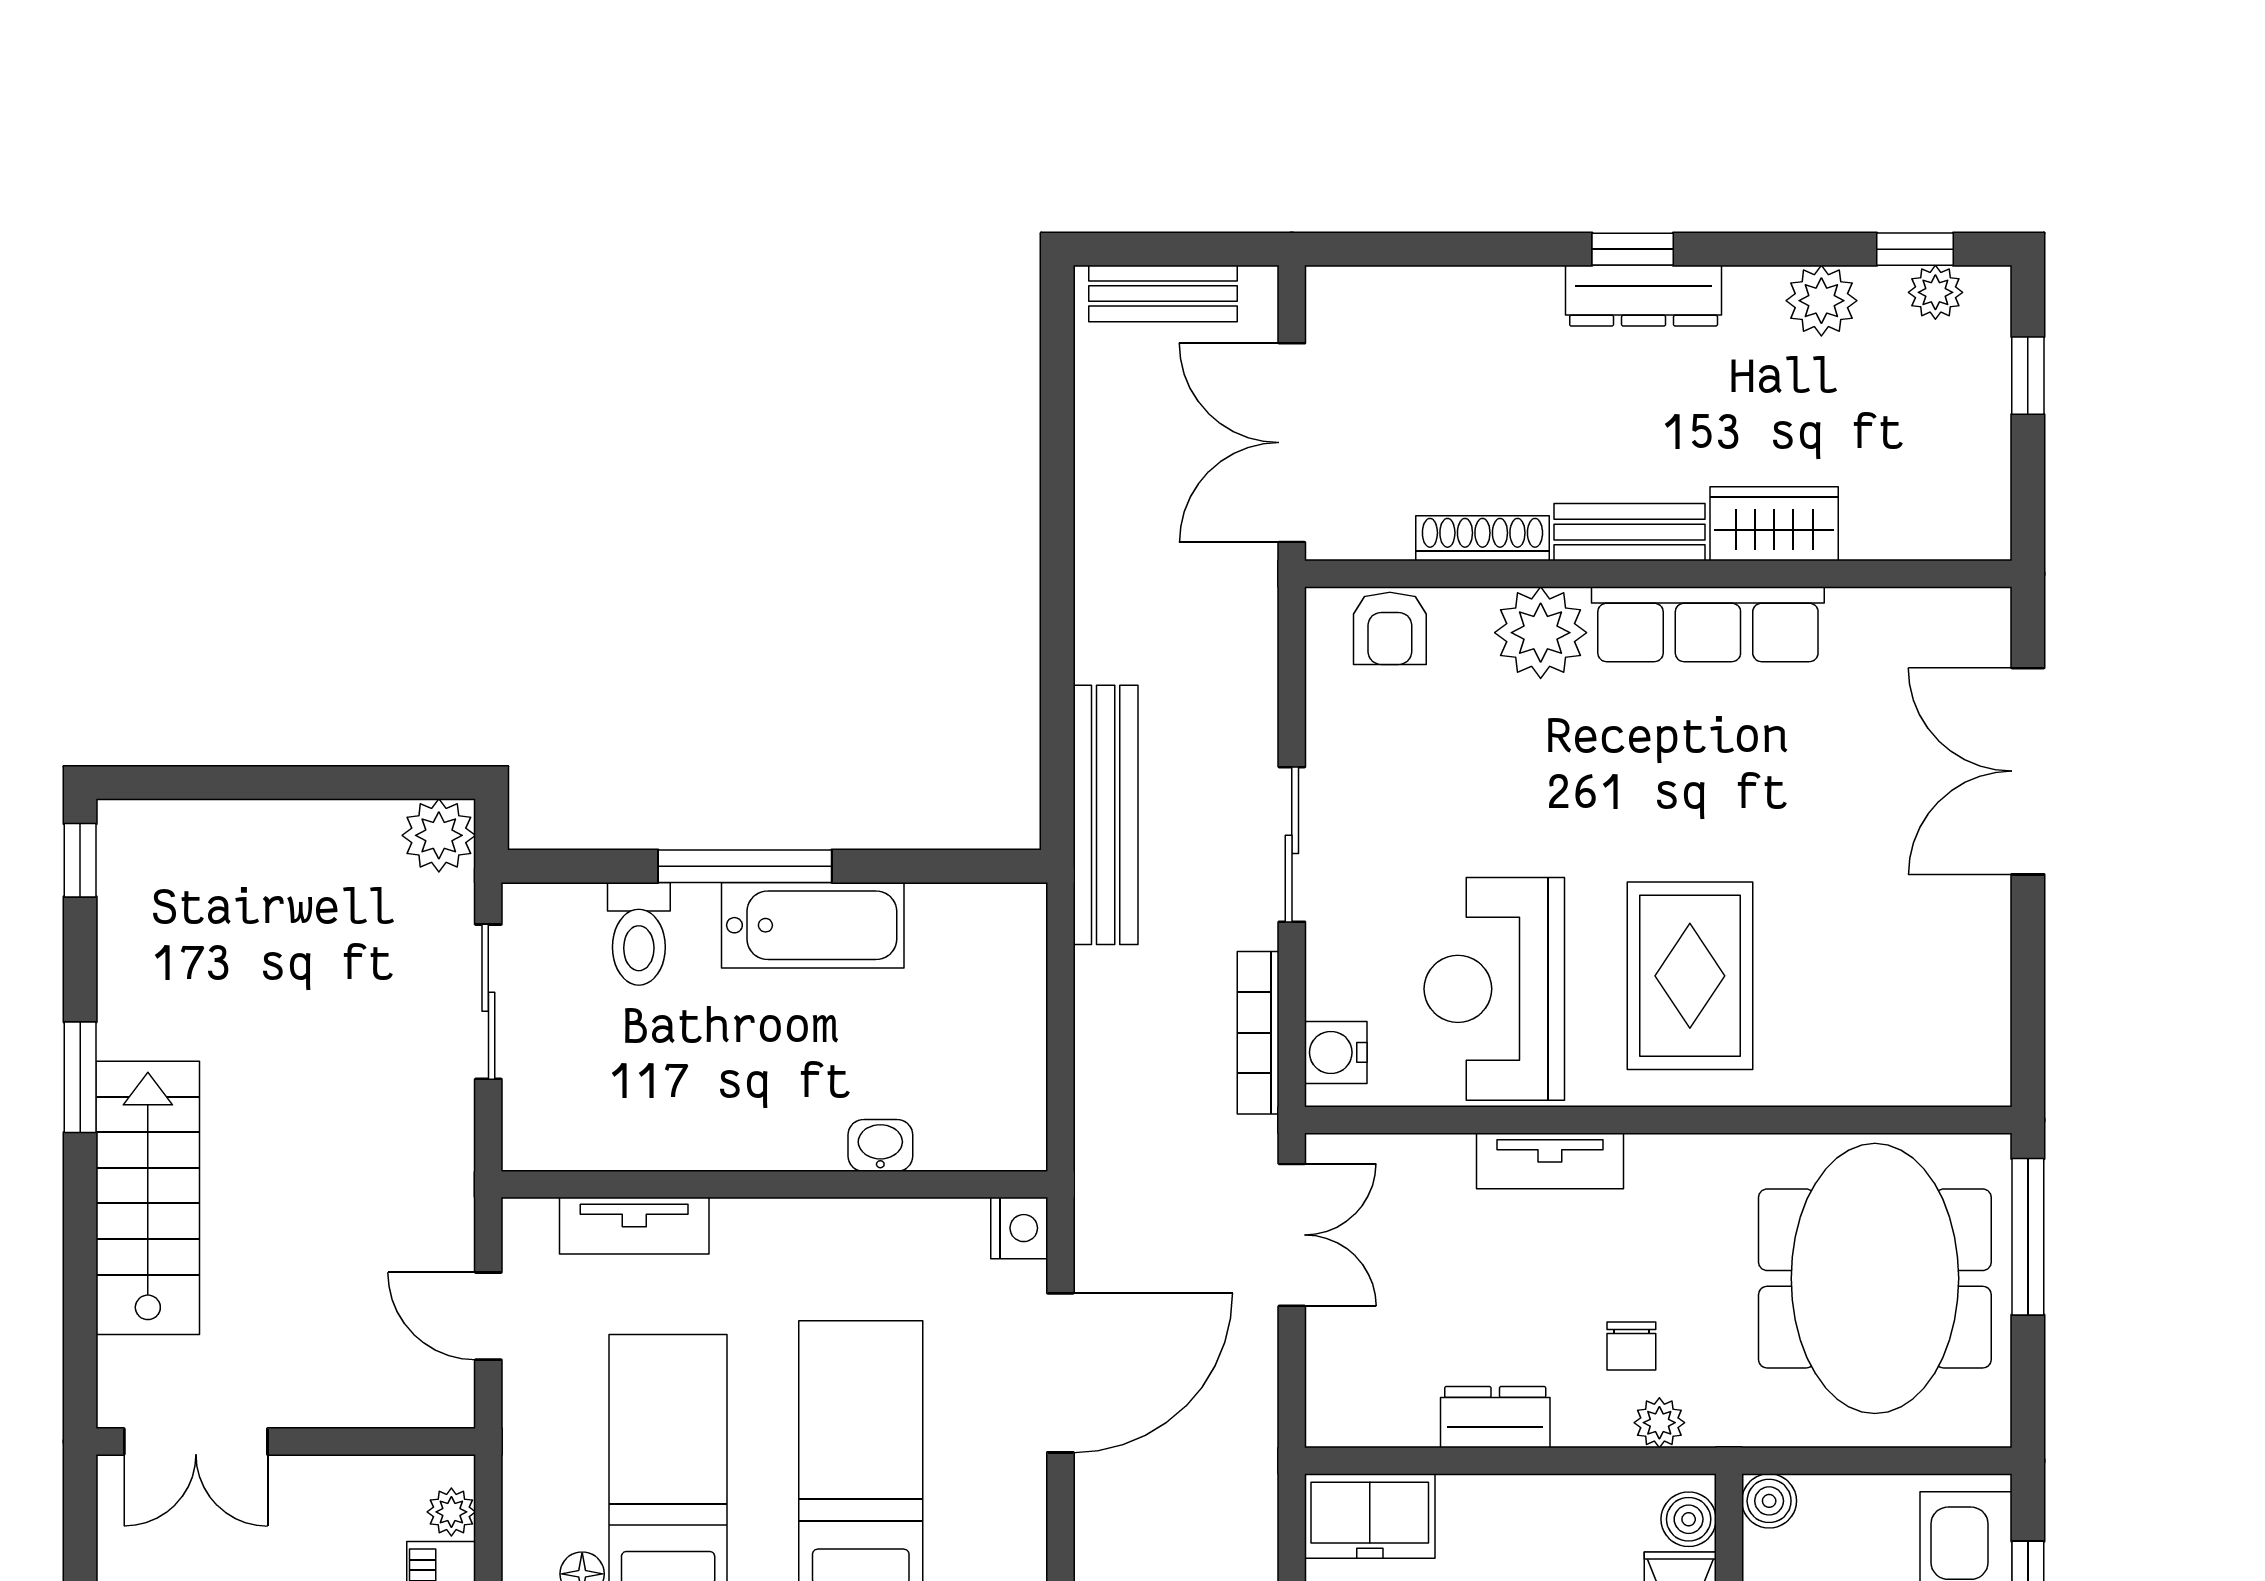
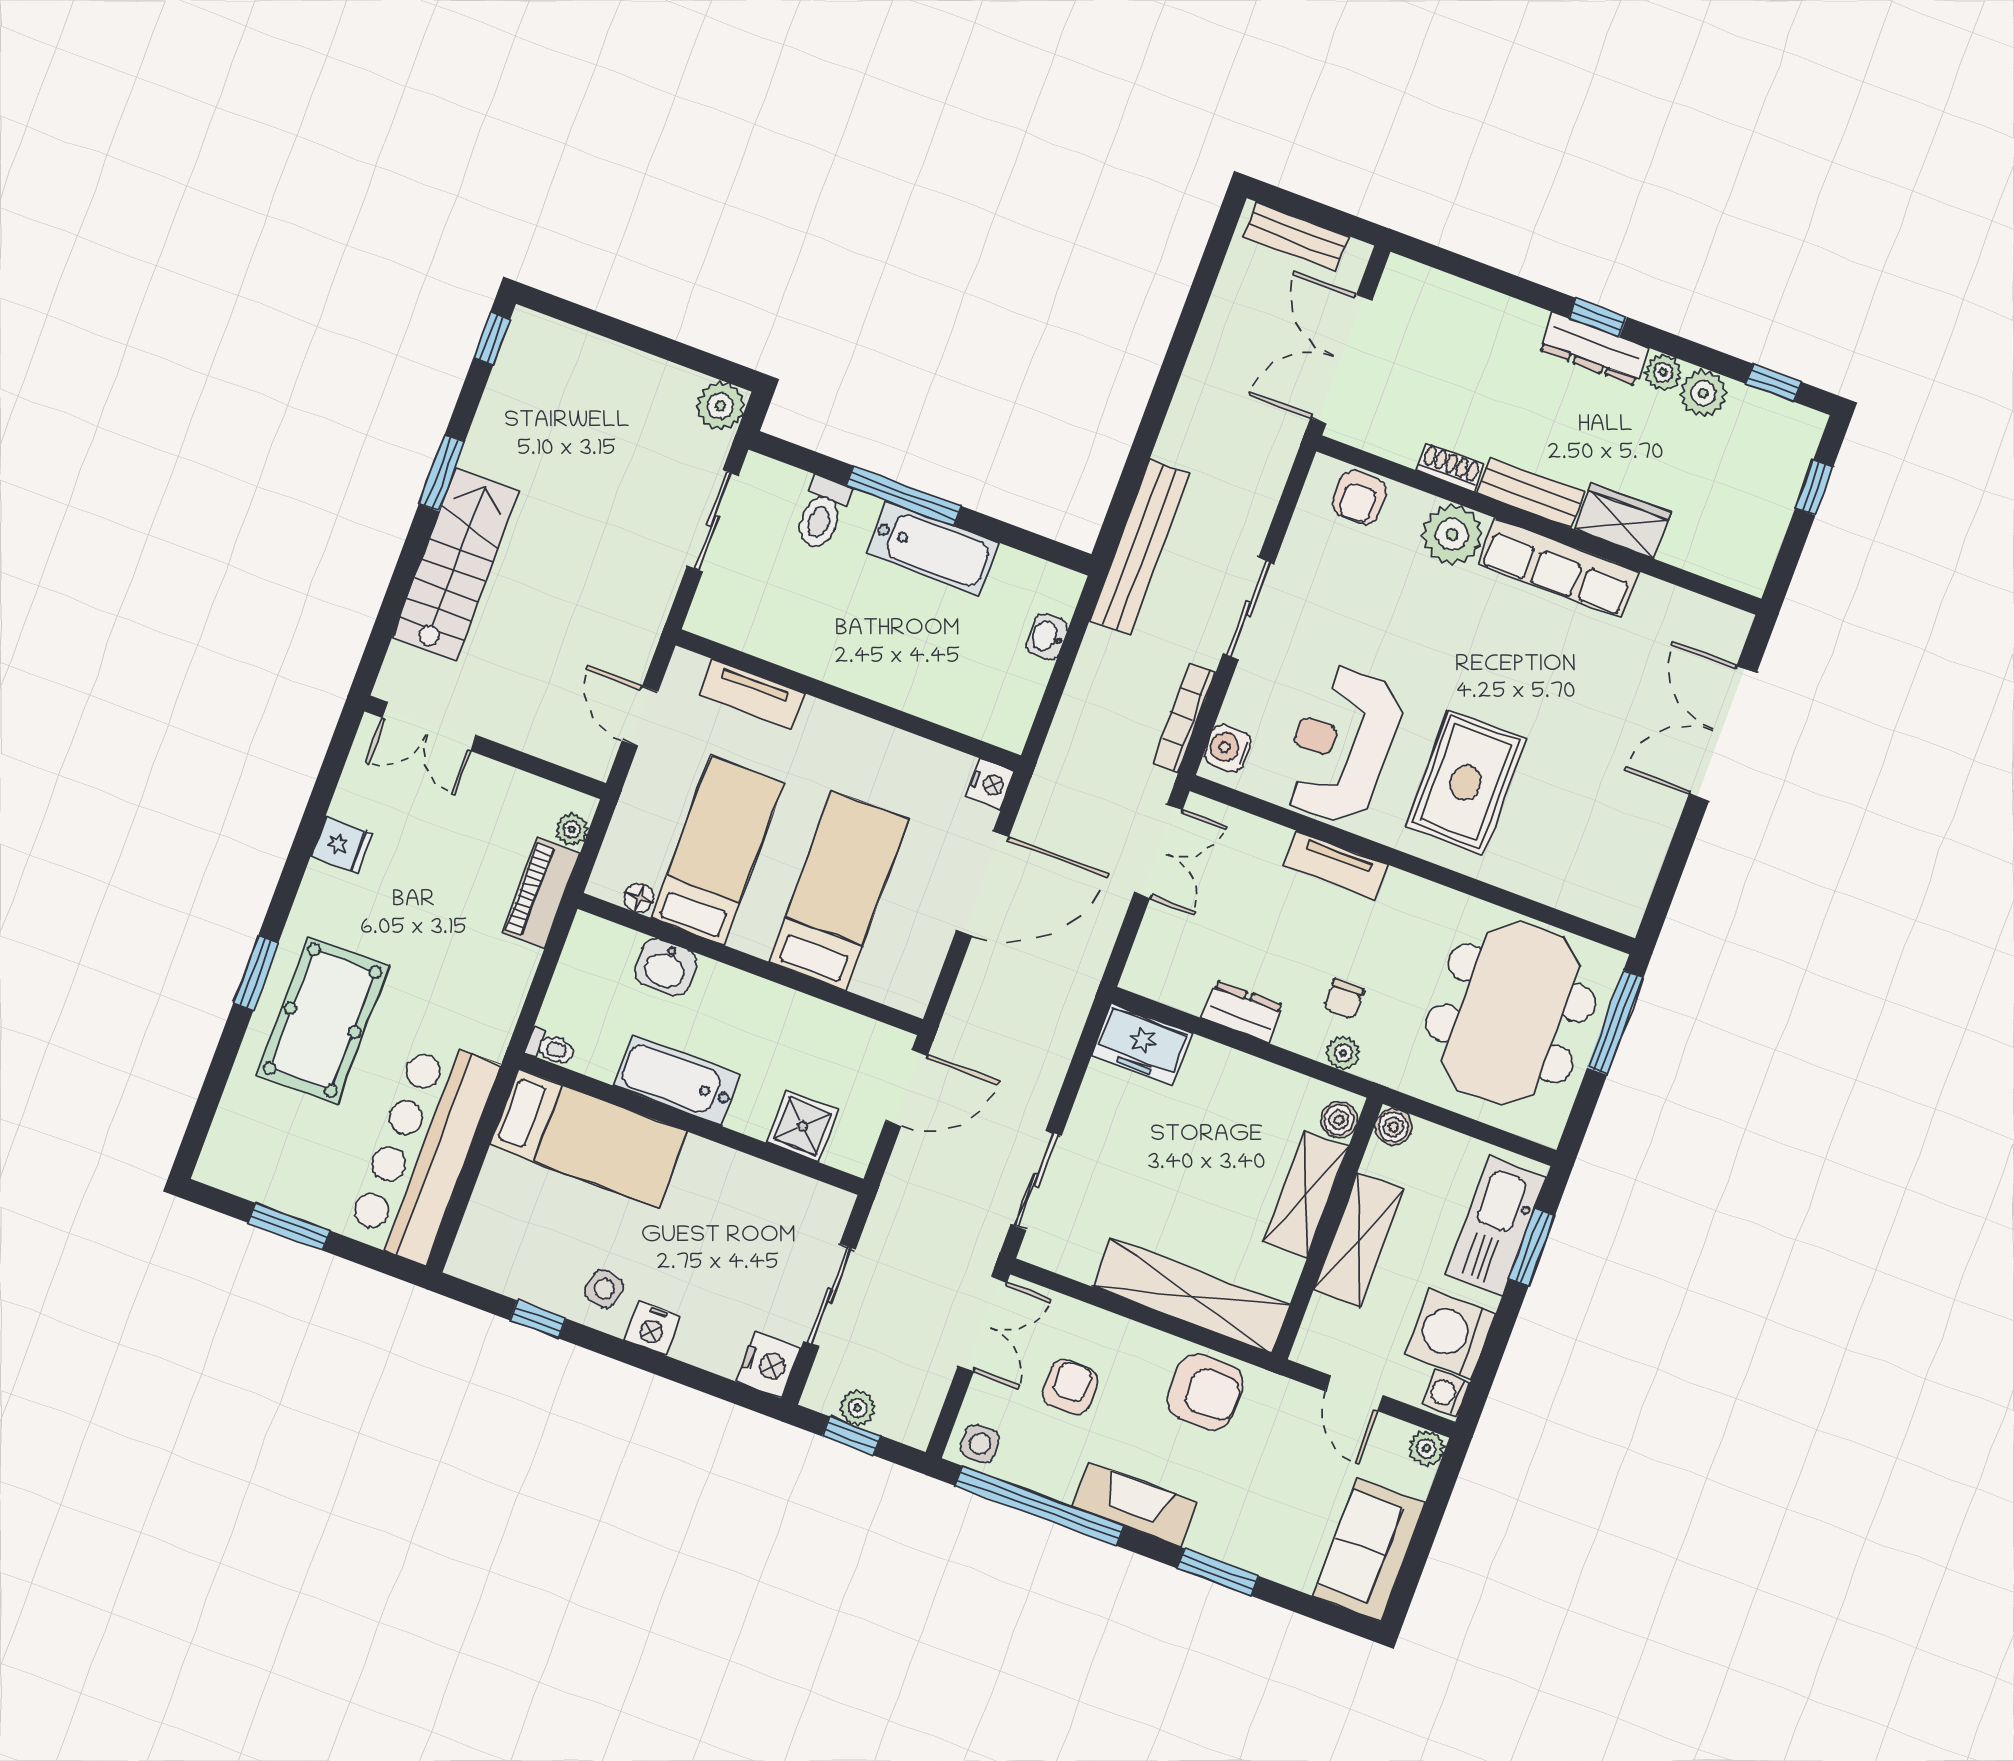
plant: (1935, 292) -> (1663, 372), moved
shoe rack: (1482, 538) -> (1450, 467), width x0.70
washbasin: (880, 1145) -> (1047, 636), moved, turned -90

